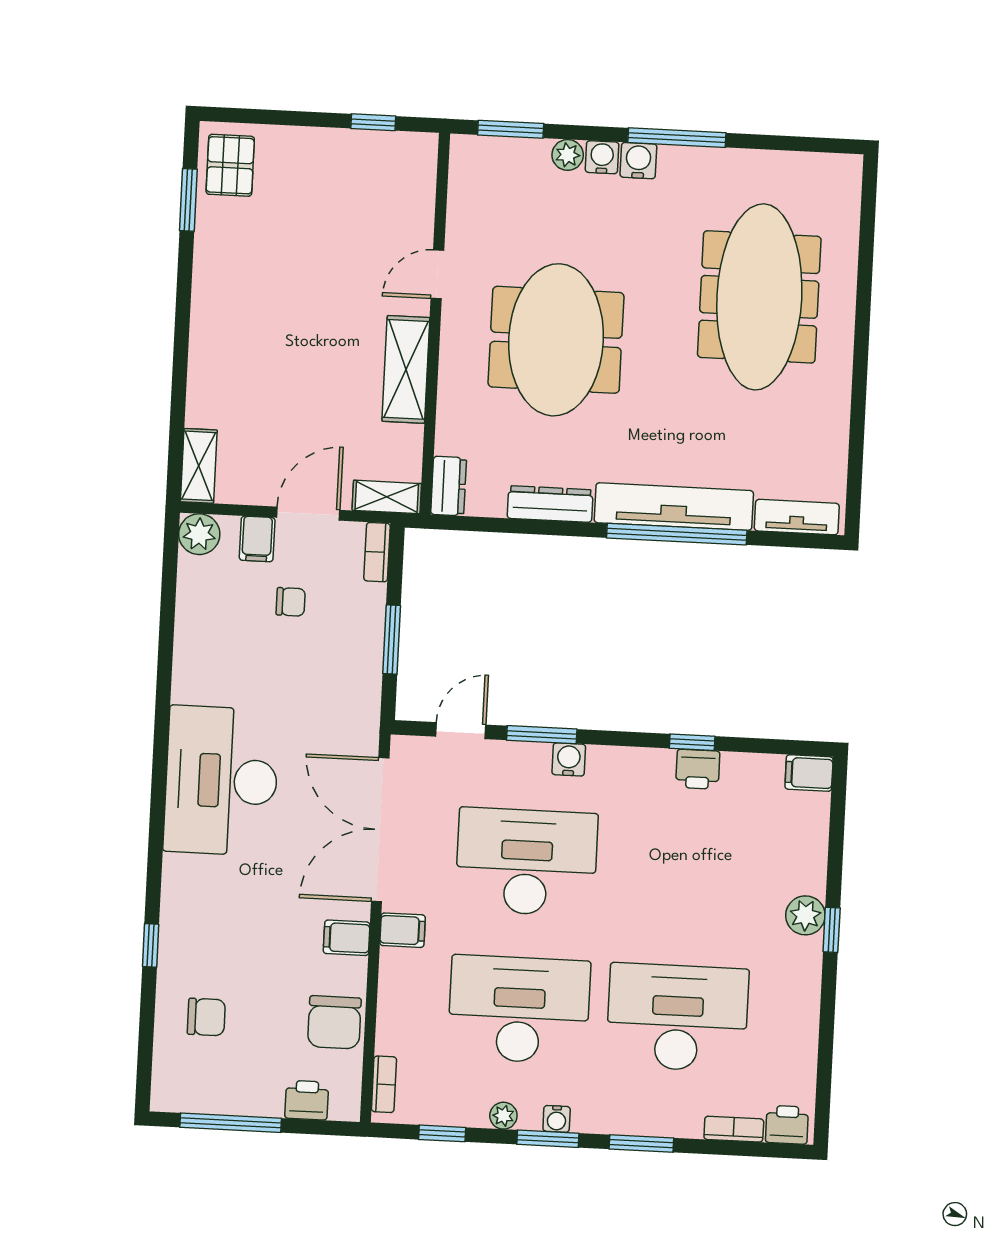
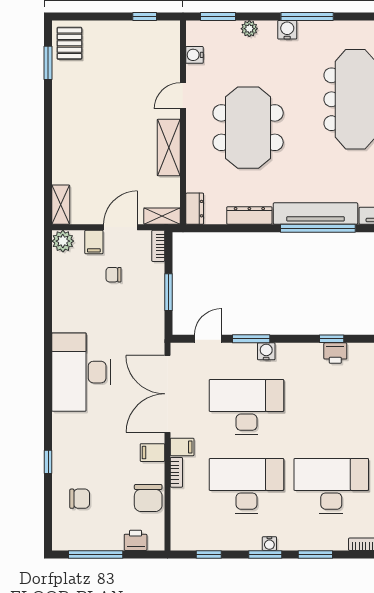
water cooler: (602, 157) -> (194, 55), moved, turned -90
chair: (291, 602) -> (114, 275), turned 180
bookcase: (384, 1084) -> (176, 472), moved
plant: (503, 1116) -> (241, 543), removed

